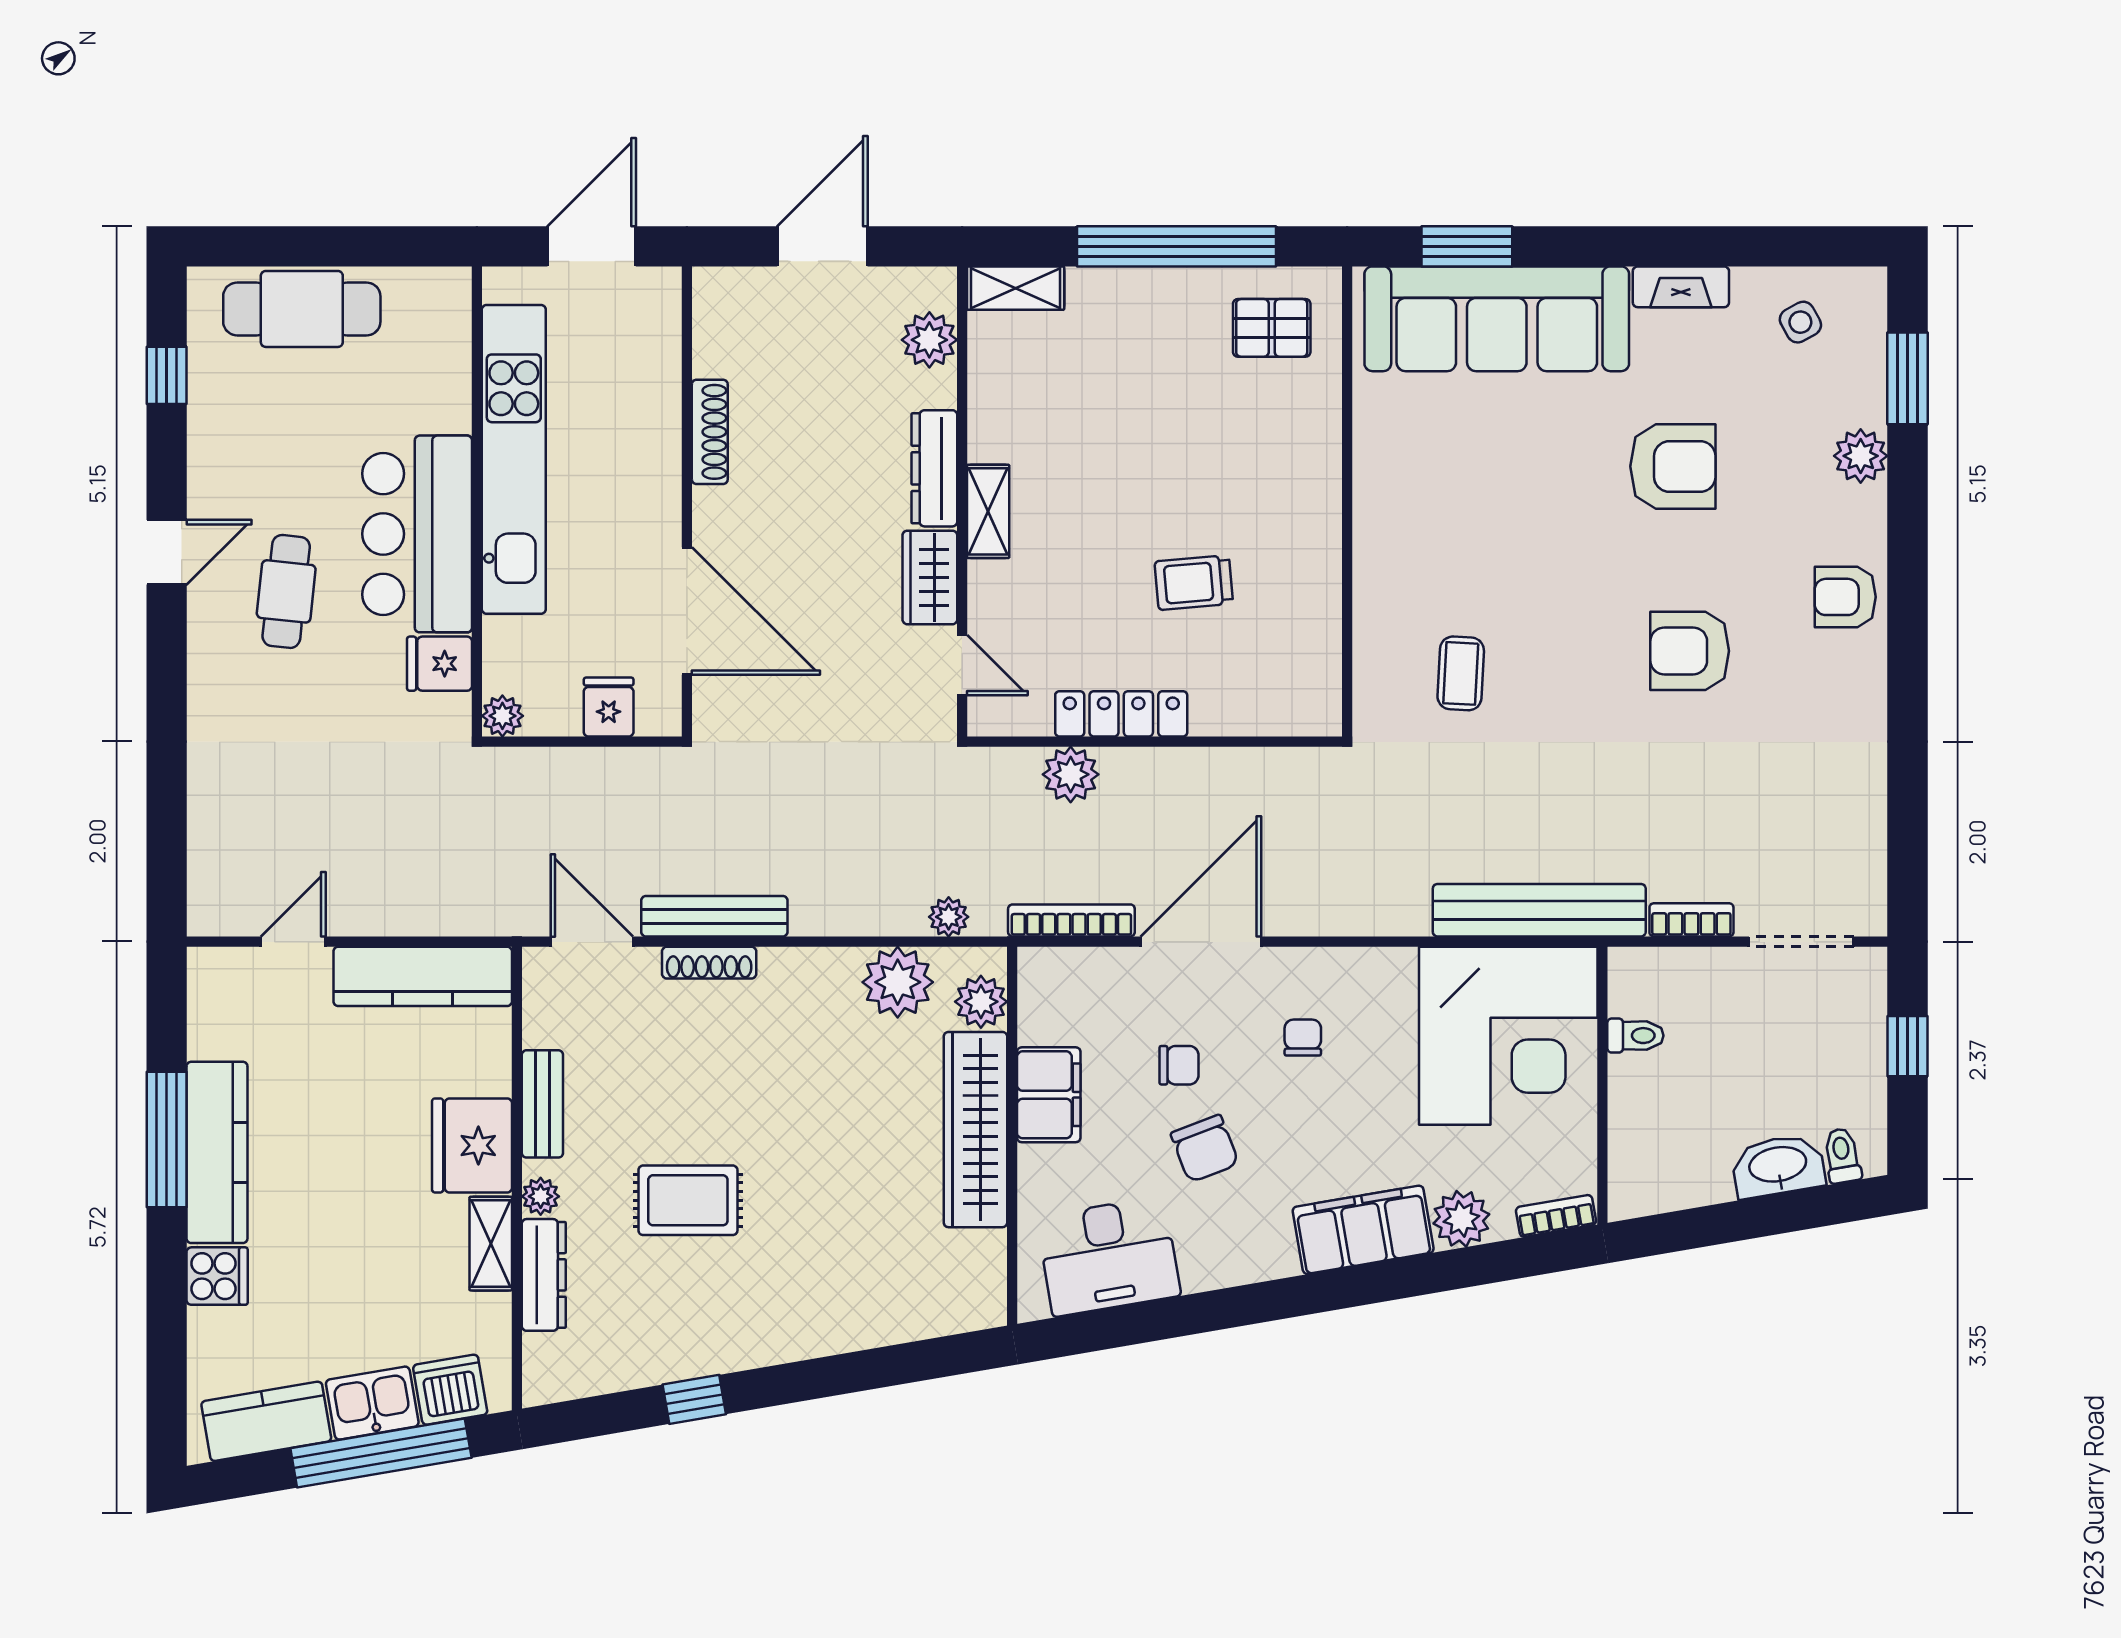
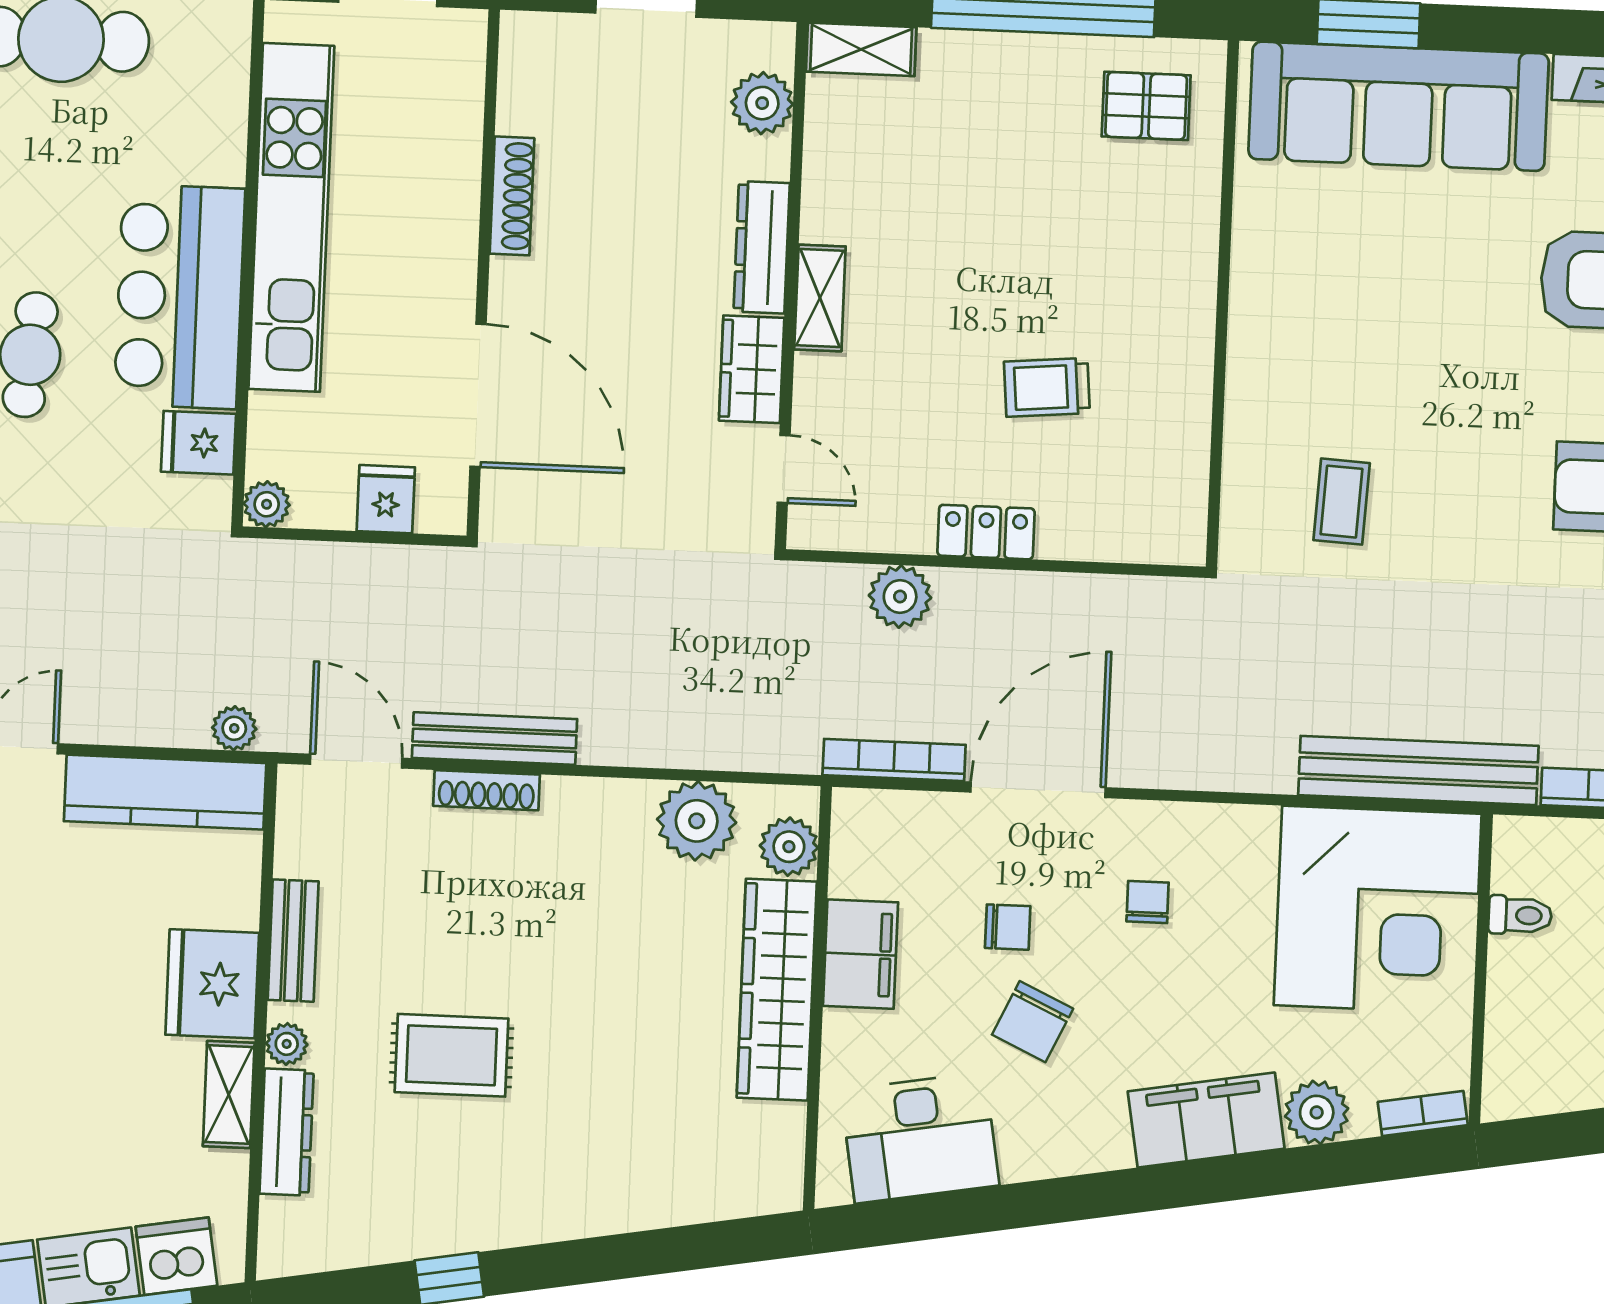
locker: (1121, 714) -> (986, 532), width x0.66
plant: (949, 917) -> (234, 728), moved
chair: (1205, 1149) -> (1033, 1022), turned 46

